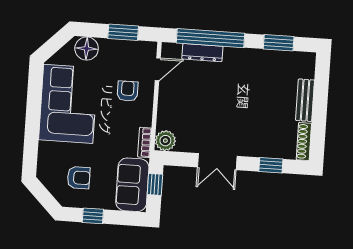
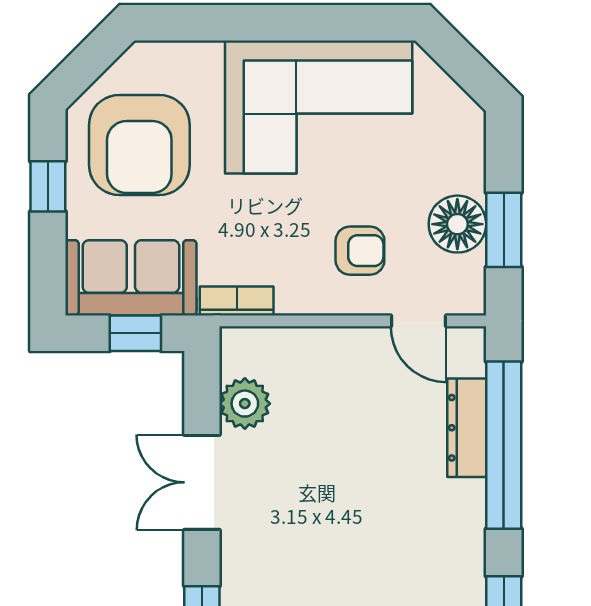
floor lamp: (87, 49) -> (457, 224), moved
plant: (165, 141) -> (245, 404), moved
armchair: (79, 178) -> (139, 145), width x1.88, depth x1.88

